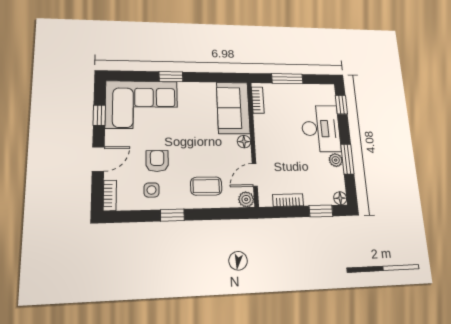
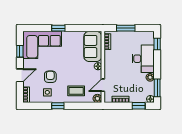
window: (347, 159) -> (157, 88), moved

